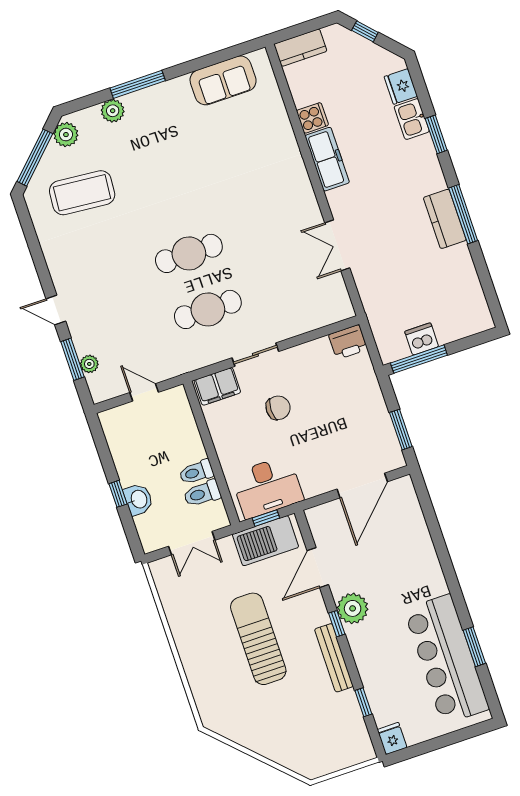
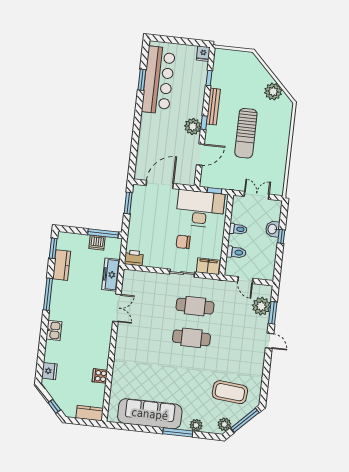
sofa: (223, 80) -> (150, 414), width x1.85, depth x1.27
kitchen sink: (412, 119) -> (54, 330), moved
window: (436, 134) -> (53, 248), moved
freezer: (327, 159) -> (111, 275), moved
kitchen counter: (445, 219) -> (62, 265), moved
plant: (89, 364) -> (261, 306), width x1.88, depth x1.88
desk: (267, 487) -> (200, 209), width x1.36, depth x1.30
toilet: (202, 494) -> (236, 252), moved
barbecue: (265, 541) -> (220, 180), removed
plant: (245, 730) -> (273, 92), added

